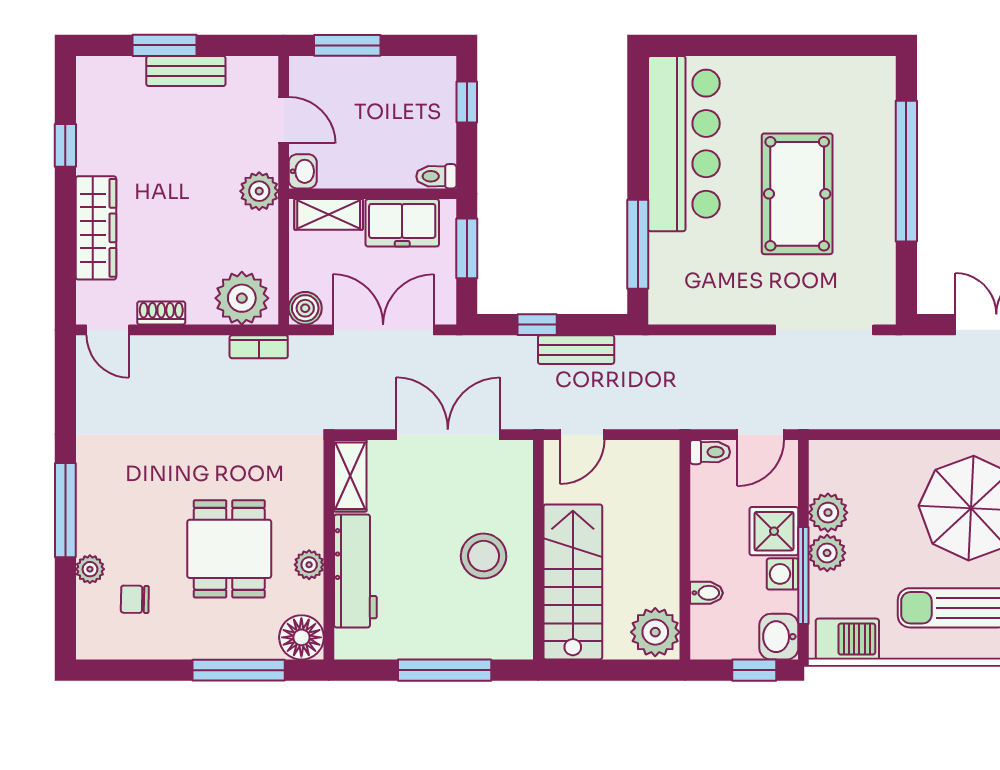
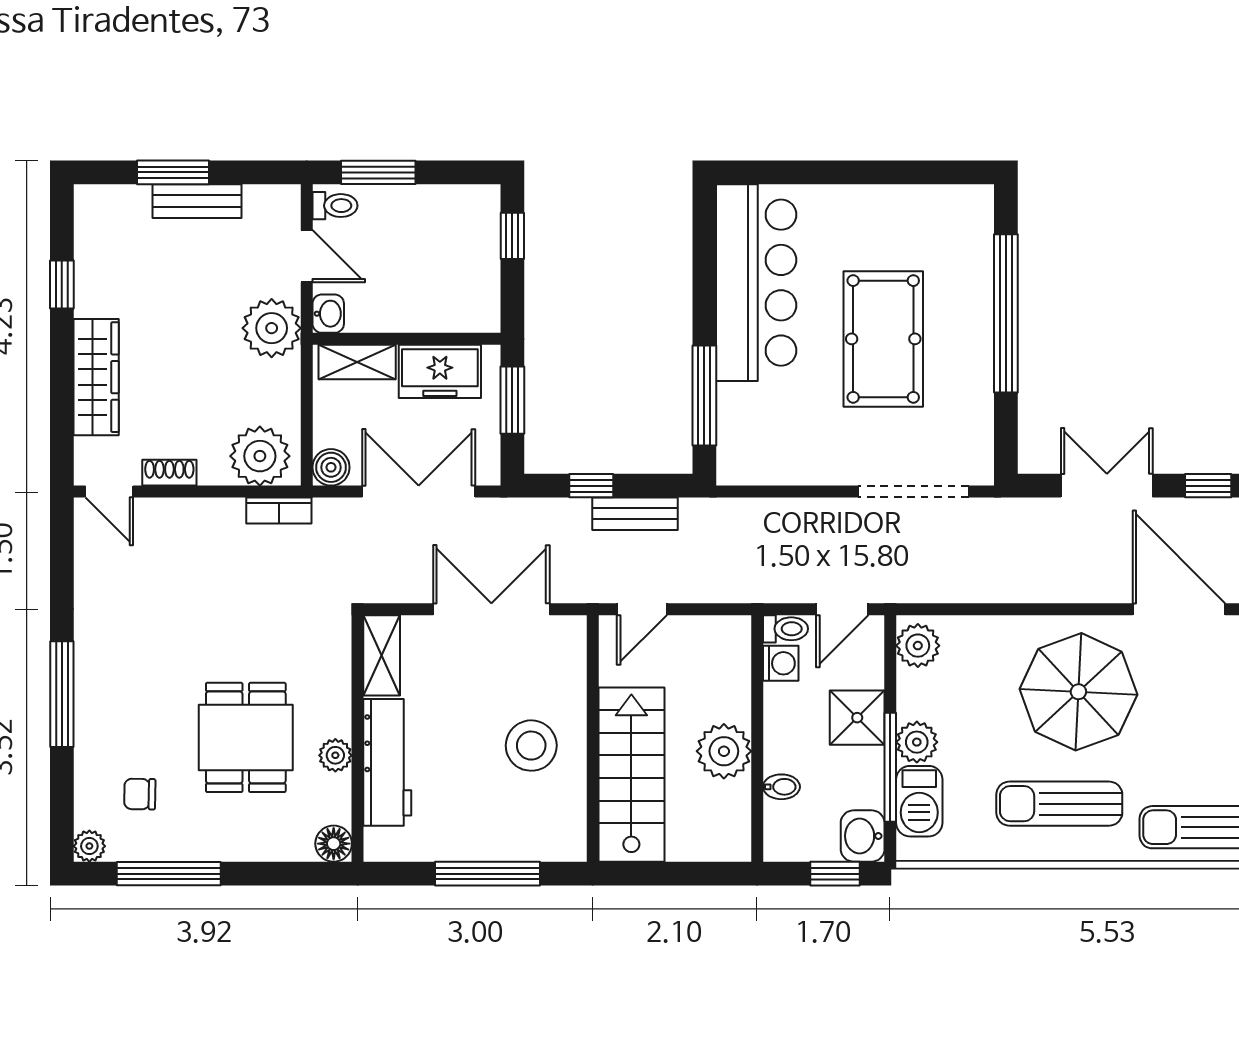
toilet: (436, 176) -> (335, 206), moved, turned 180
plant: (259, 191) -> (272, 328), width x1.36, depth x1.36
plant: (828, 513) -> (918, 646), moved
plant: (90, 569) -> (89, 846), moved
washing machine: (783, 574) -> (781, 663), moved, turned 180
plant: (655, 632) -> (724, 751), moved
floor lamp: (301, 637) -> (334, 844), width x0.73, depth x0.73
barbecue: (847, 639) -> (919, 801), moved, turned 90
window: (239, 670) -> (169, 874), moved

